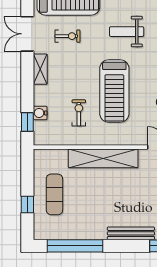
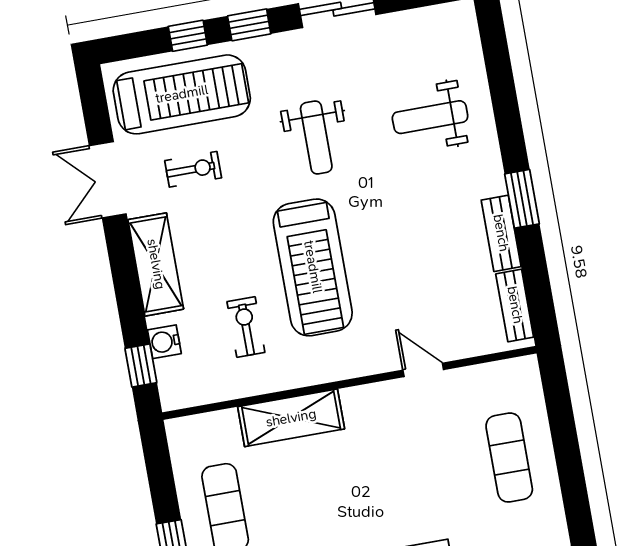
weight bench: (127, 32) -> (316, 138), turned -90
shelving: (40, 69) -> (156, 264), width x1.50, depth x1.33
shelving: (103, 158) -> (291, 418), width x0.68

